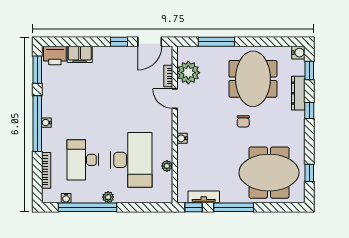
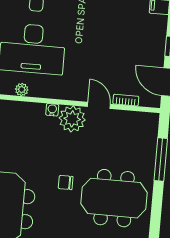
plant: (188, 73) -> (72, 119), moved
door: (175, 99) -> (99, 105), hinge flipped

